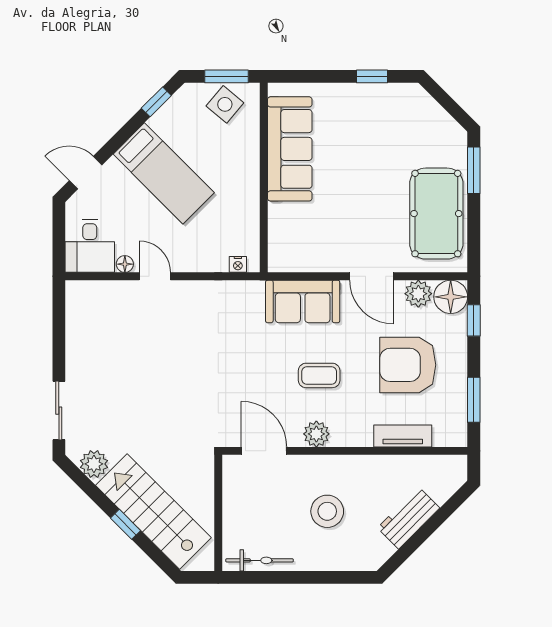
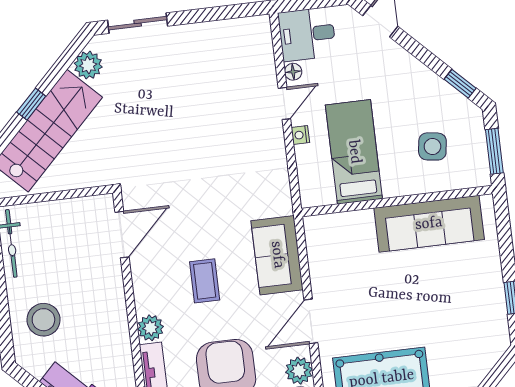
side table: (225, 104) -> (432, 146), moved, turned -32
bed: (164, 173) -> (354, 152), moved, turned 135
nightstand: (238, 264) -> (300, 135), moved
plant: (316, 434) -> (151, 328), moved
stool: (327, 511) -> (43, 320), moved

